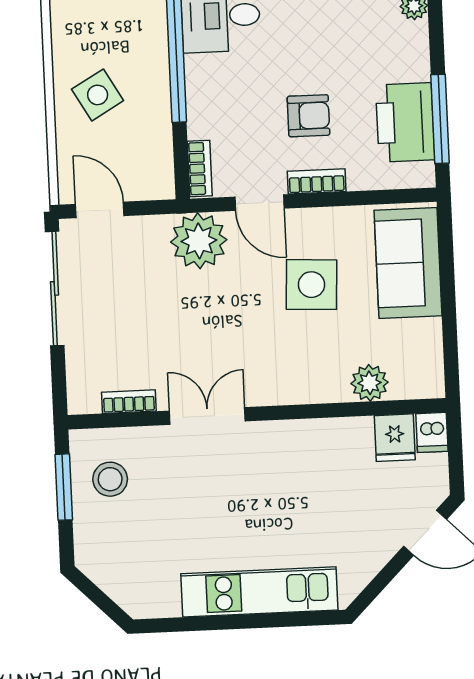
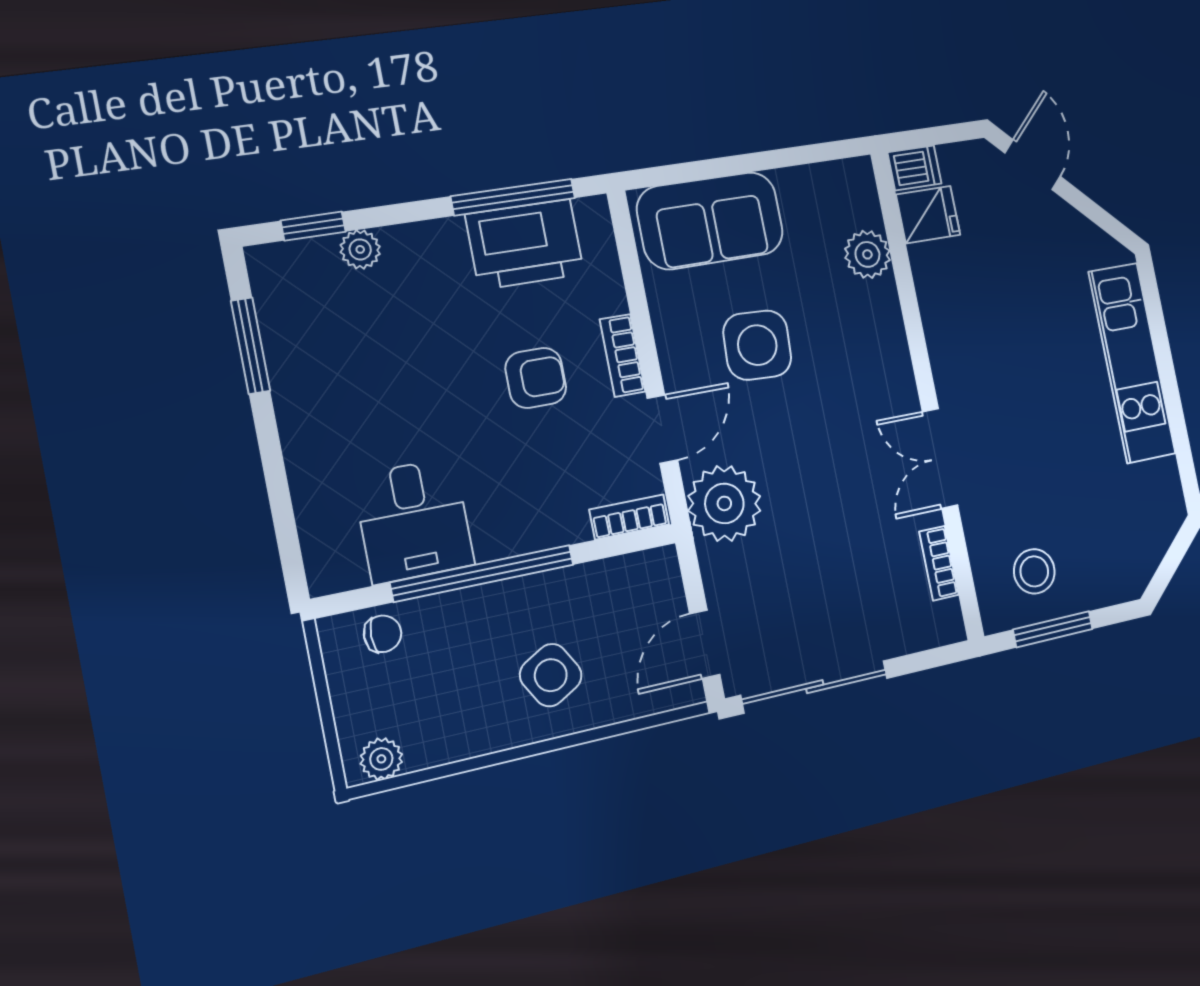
armchair: (309, 116) -> (536, 378), turned 90

